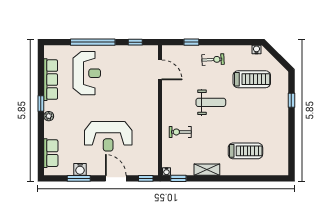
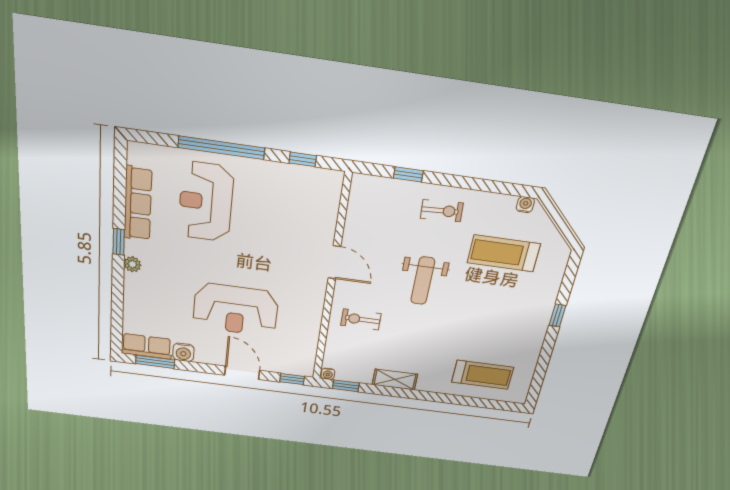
door: (160, 70) -> (334, 262), moved
reception desk: (87, 73) -> (206, 202), turned 180
treadmill: (252, 79) -> (504, 253), turned 180
window: (291, 100) -> (557, 315), moved
weight bench: (211, 102) -> (423, 281), turned 90
treadmill: (245, 151) -> (483, 375), moved
row of seats: (51, 153) -> (147, 346), moved, turned -90
window: (79, 178) -> (155, 362), moved

